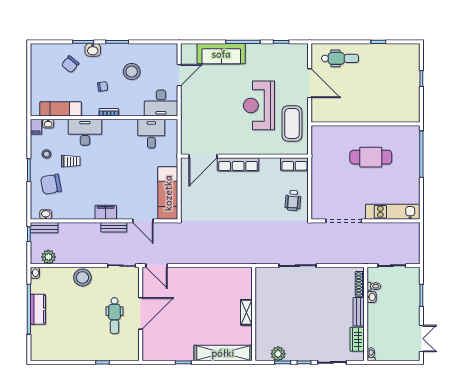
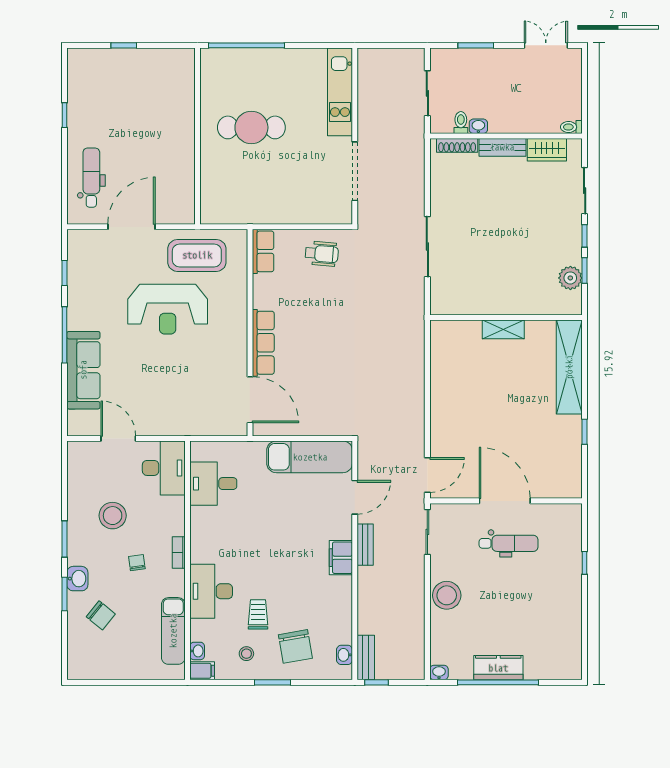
cafe table: (371, 157) -> (251, 127), turned 90
plant: (48, 257) -> (413, 650), removed

